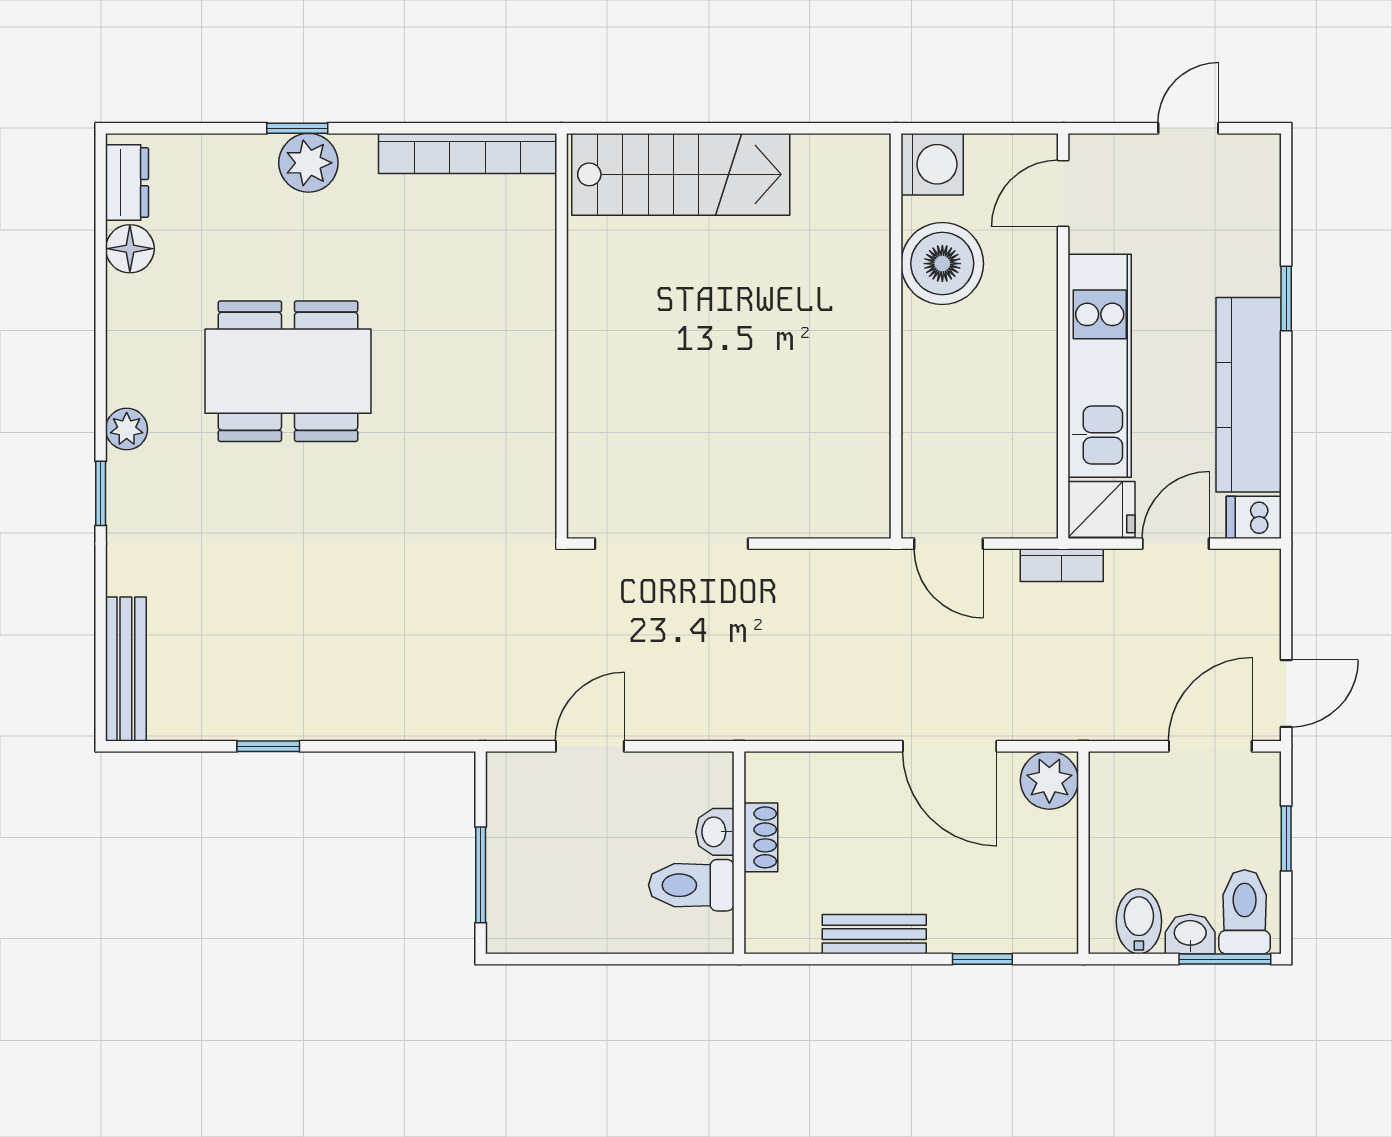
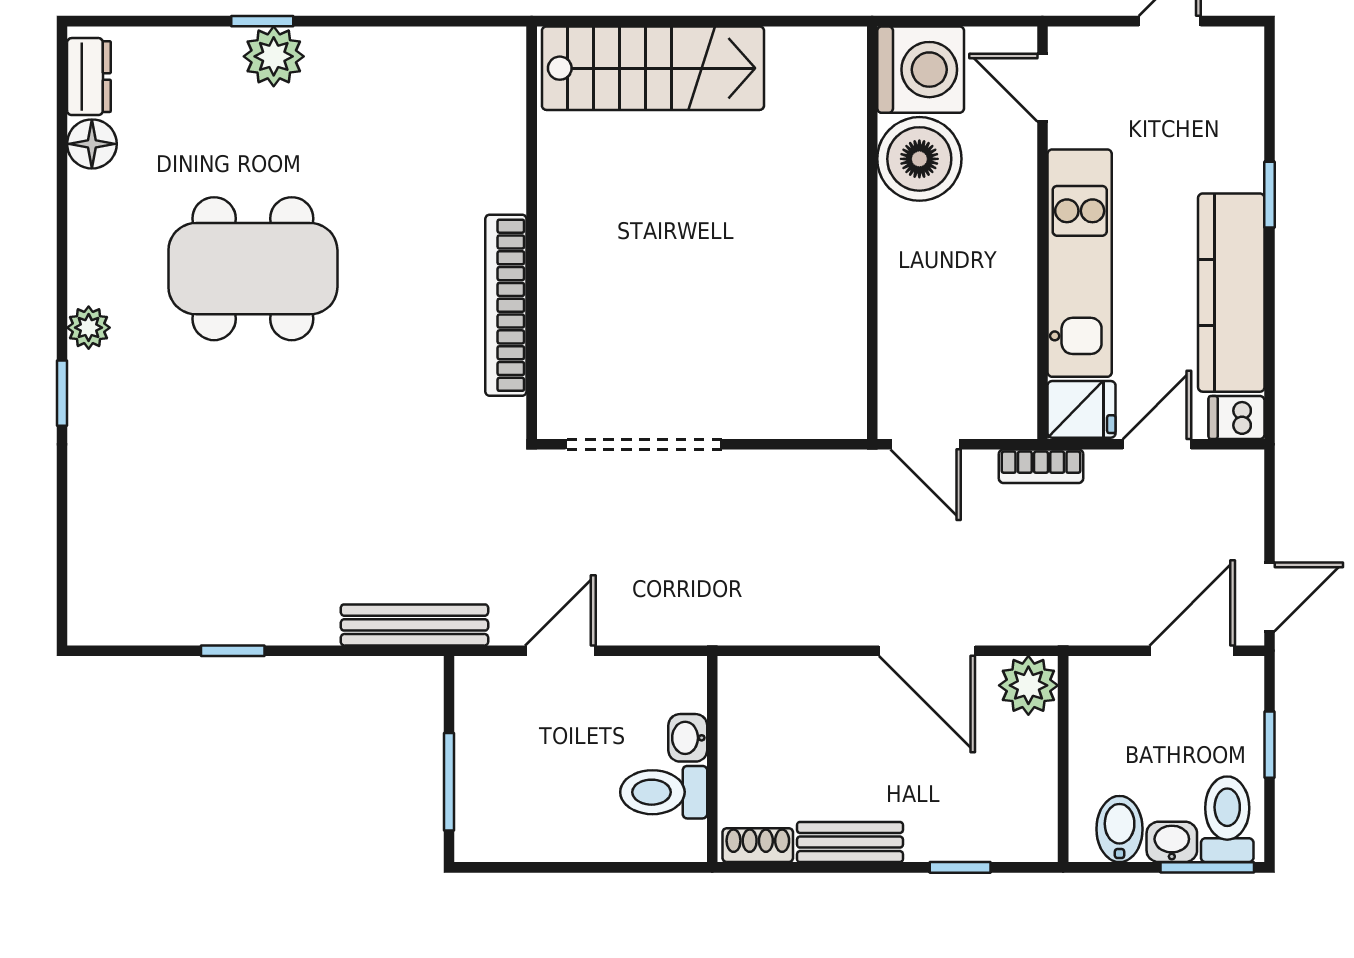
bookcase: (468, 153) -> (506, 305), moved, turned 90
washing machine: (932, 164) -> (921, 70), width x1.37, depth x1.37
door: (1063, 194) -> (1042, 88), hinge flipped
bench: (126, 669) -> (414, 625), moved, turned 90
shoe rack: (761, 837) -> (758, 845), moved, turned -90

